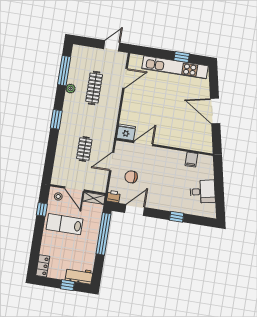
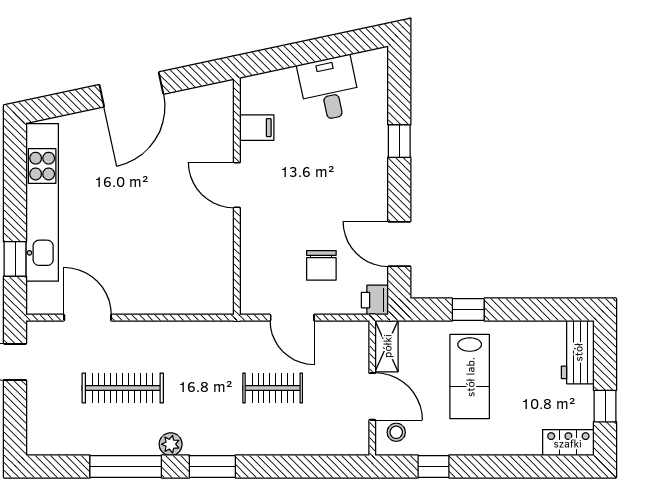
window: (182, 57) -> (15, 259), moved
window: (64, 71) -> (126, 466), moved
plant: (71, 89) -> (171, 444), moved
fridge: (126, 132) -> (217, 295), removed
door: (143, 144) -> (237, 185), moved
door: (74, 189) -> (372, 396), hinge flipped
lab bench: (64, 224) -> (470, 377), moved
window: (104, 234) -> (468, 310), width x0.32
window: (67, 285) -> (605, 406), moved

